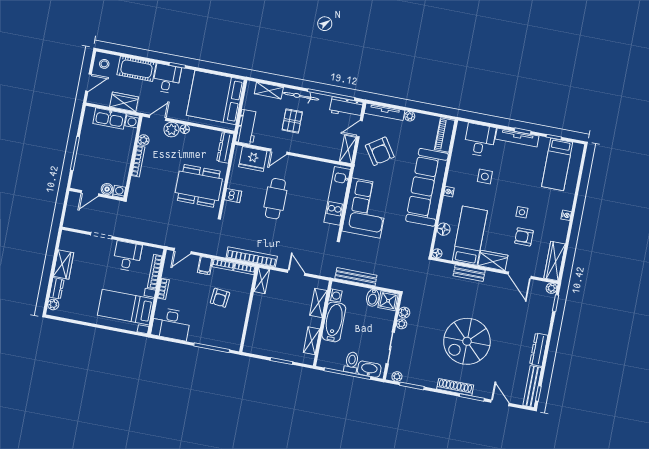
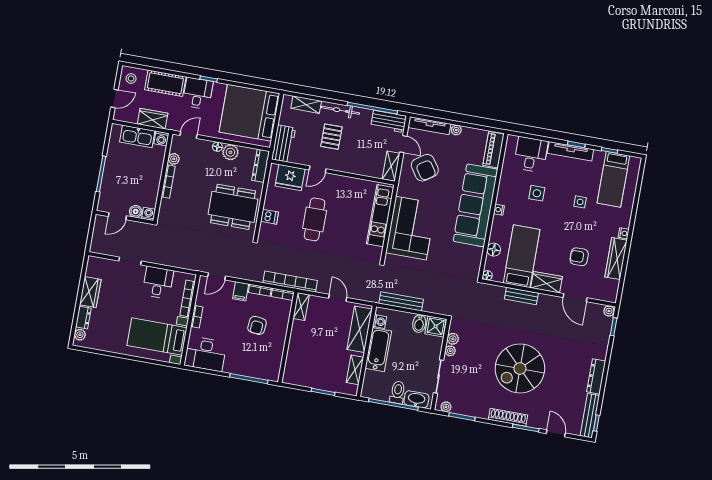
door: (360, 129) -> (403, 144), swing flipped
plant: (171, 130) -> (230, 152), moved
side table: (522, 212) -> (580, 202), moved
wardrobe: (555, 261) -> (616, 259), moved
shelving: (318, 303) -> (360, 329), width x1.50, depth x1.33

